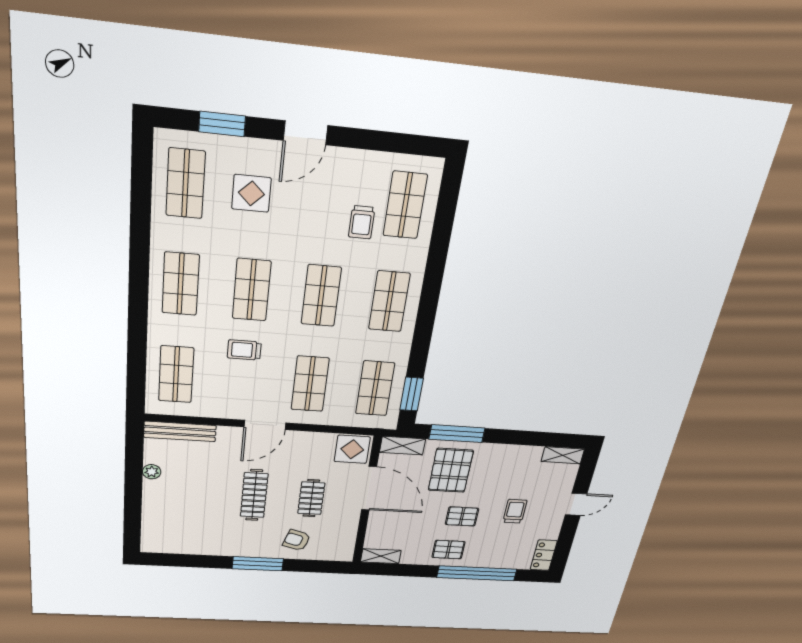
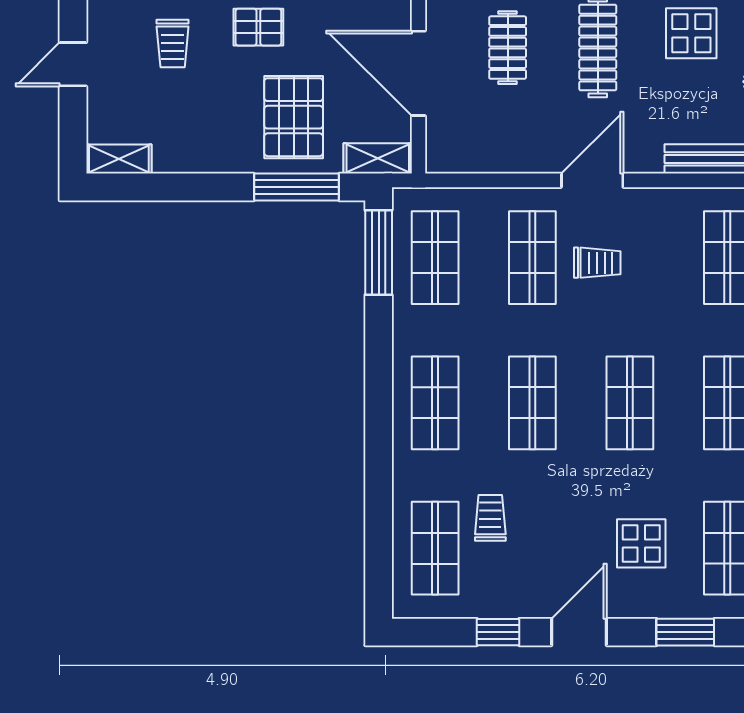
window: (368, 140) -> (498, 632), added
trolley: (244, 350) -> (597, 263), moved
window: (412, 394) -> (379, 252), width x1.44
display table: (352, 449) -> (691, 33), moved

